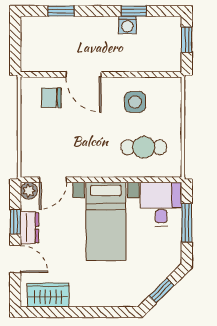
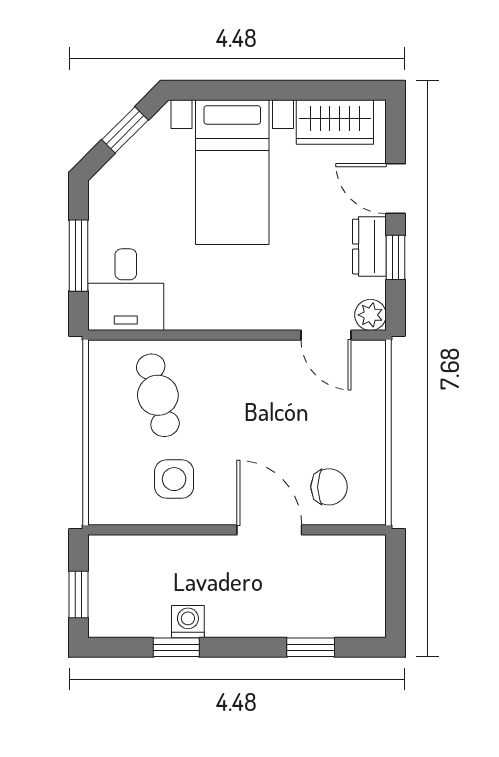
cafe table: (144, 147) -> (158, 395), turned 76
door: (53, 180) -> (326, 335), swing flipped
bed with nightstands: (106, 221) -> (232, 172), moved, turned 180

